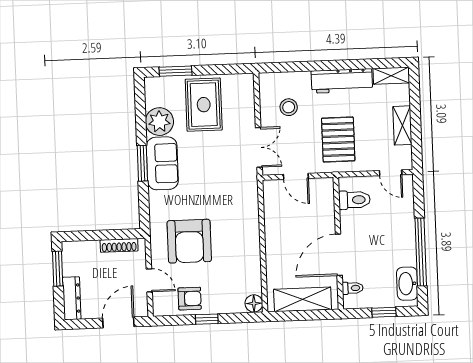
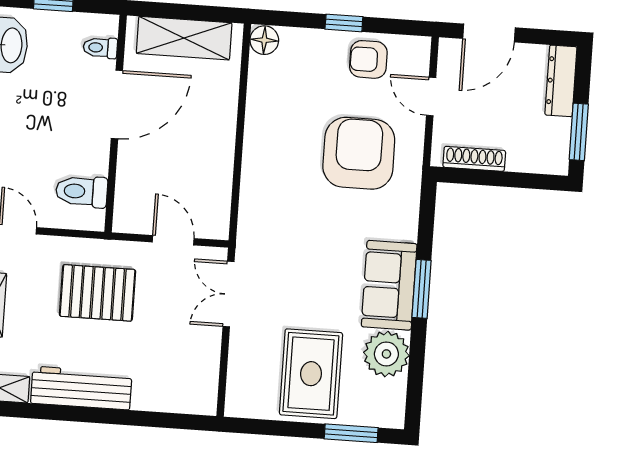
stool: (289, 107) -> (173, 354), removed
pallet: (338, 140) -> (97, 293), turned 90

